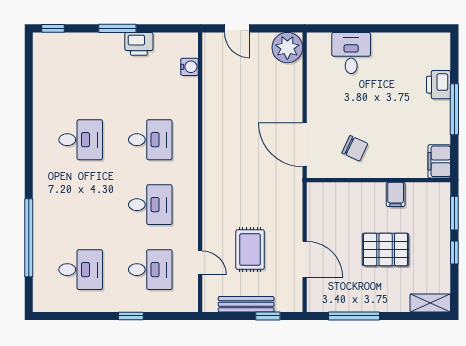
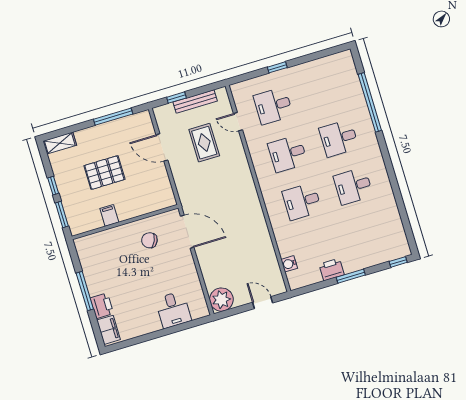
filing cabinet: (439, 161) -> (109, 330), moved
desk: (81, 270) -> (339, 138), moved

